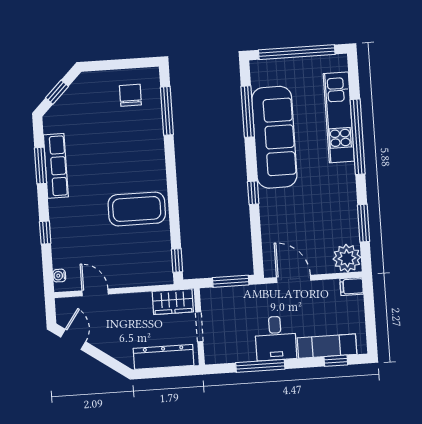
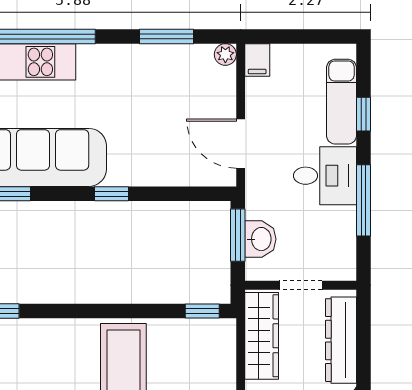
plant: (347, 258) -> (225, 54), width x0.53, depth x0.53
door: (294, 279) -> (241, 144), hinge flipped
washbasin: (229, 297) -> (260, 239), added
wardrobe: (173, 302) -> (262, 336), width x1.50
window: (336, 361) -> (364, 114), moved

